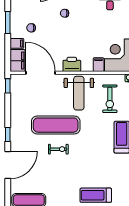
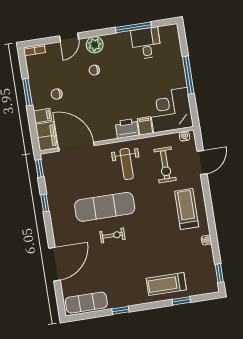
printer: (72, 64) -> (127, 128), moved
weight bench: (79, 93) -> (127, 164), width x0.73, depth x0.75
window: (8, 134) -> (45, 203), moved

